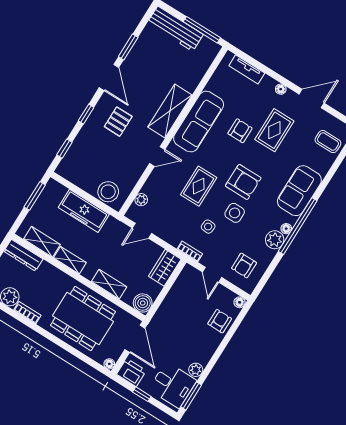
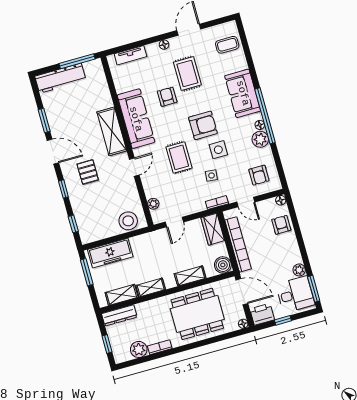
freezer: (84, 211) -> (110, 253), moved
bookcase: (171, 300) -> (238, 244), added

